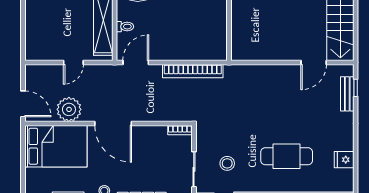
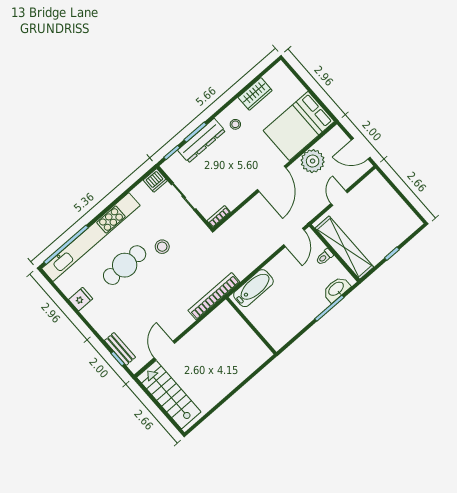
bathtub: (202, 50) -> (253, 288), added
bookcase: (193, 71) -> (214, 296), moved
door: (23, 104) -> (361, 149), moved
door: (113, 123) -> (272, 179), swing flipped
stool: (227, 163) -> (162, 247), moved

